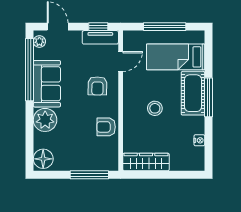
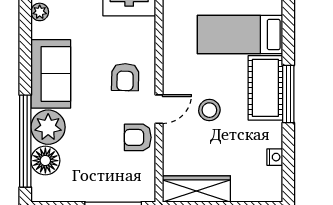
door: (121, 61) -> (159, 109), moved
window: (30, 70) -> (25, 141), moved
floor lamp: (43, 159) -> (45, 161), moved

